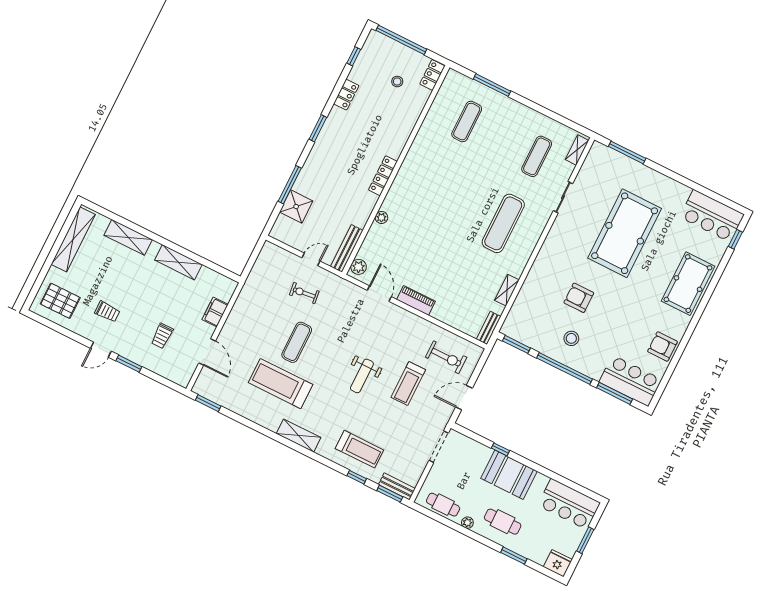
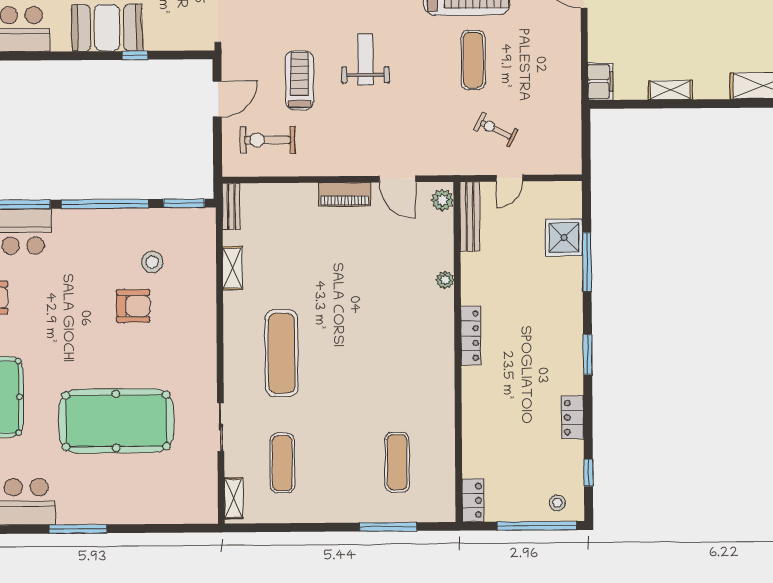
stool: (397, 81) -> (557, 503), moved
window: (627, 152) -> (78, 529), moved
pool table: (625, 233) -> (116, 421), turned 90
shelving: (178, 262) -> (670, 90), width x0.67, depth x0.75
exercise bike: (304, 293) -> (496, 130), turned -146
filing cabinet: (215, 312) -> (600, 81), moved
stool: (571, 338) -> (152, 262), moved

